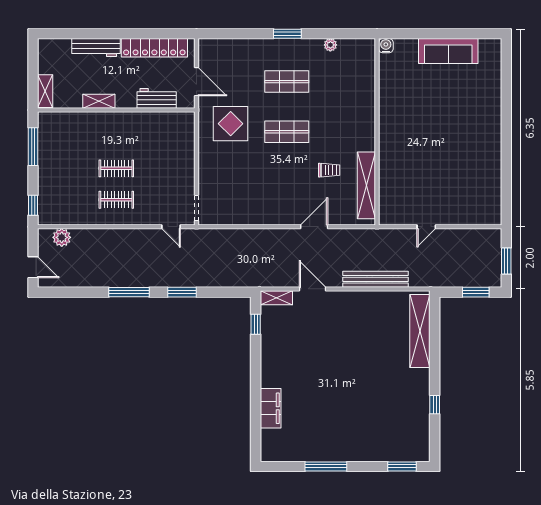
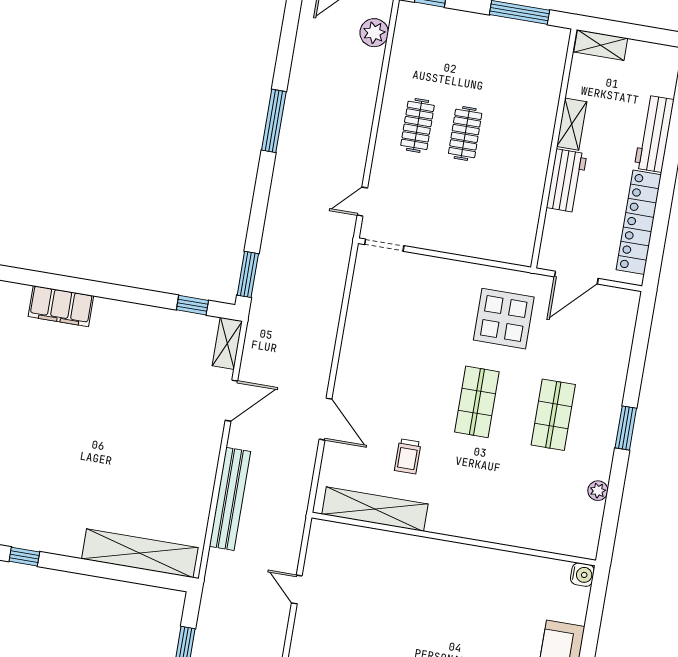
workbench: (157, 98) -> (567, 181), moved
window: (182, 292) -> (248, 274), moved

